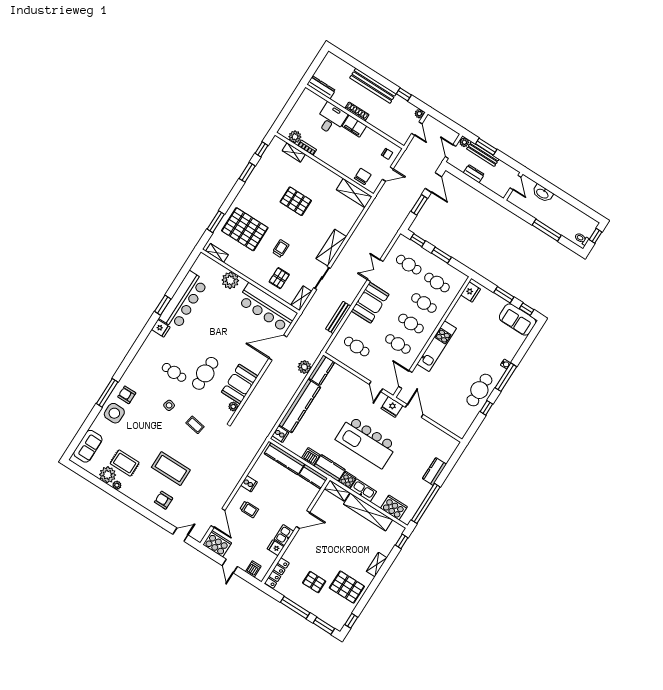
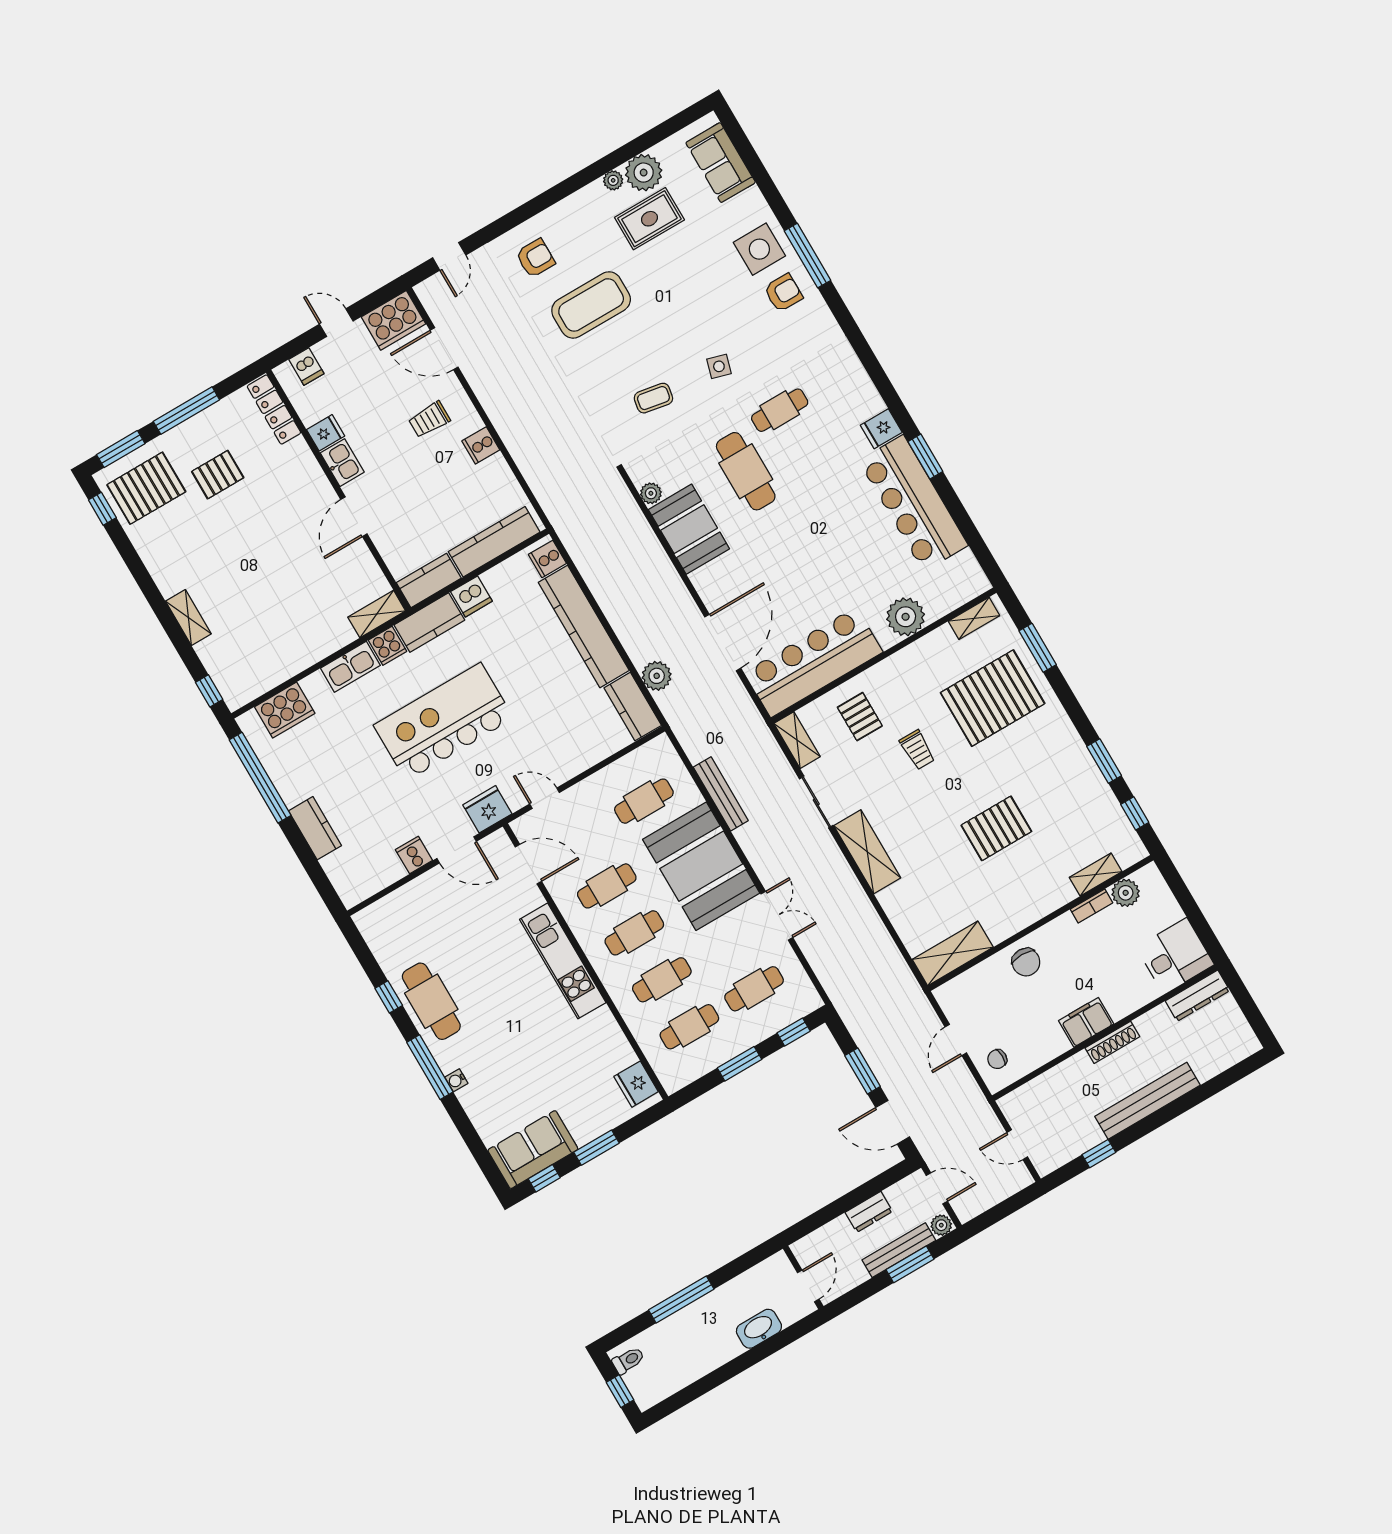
plant: (419, 114) -> (1044, 1165), removed
desk: (331, 119) -> (1175, 956), moved, turned -90
chair: (363, 176) -> (1026, 962), moved
door: (515, 183) -> (808, 1286), swing flipped
booth: (370, 303) -> (701, 866), width x1.36, depth x1.42
cooker: (425, 427) -> (414, 855), added
shelving: (368, 512) -> (302, 654), removed
pallet: (347, 587) -> (146, 488), moved

